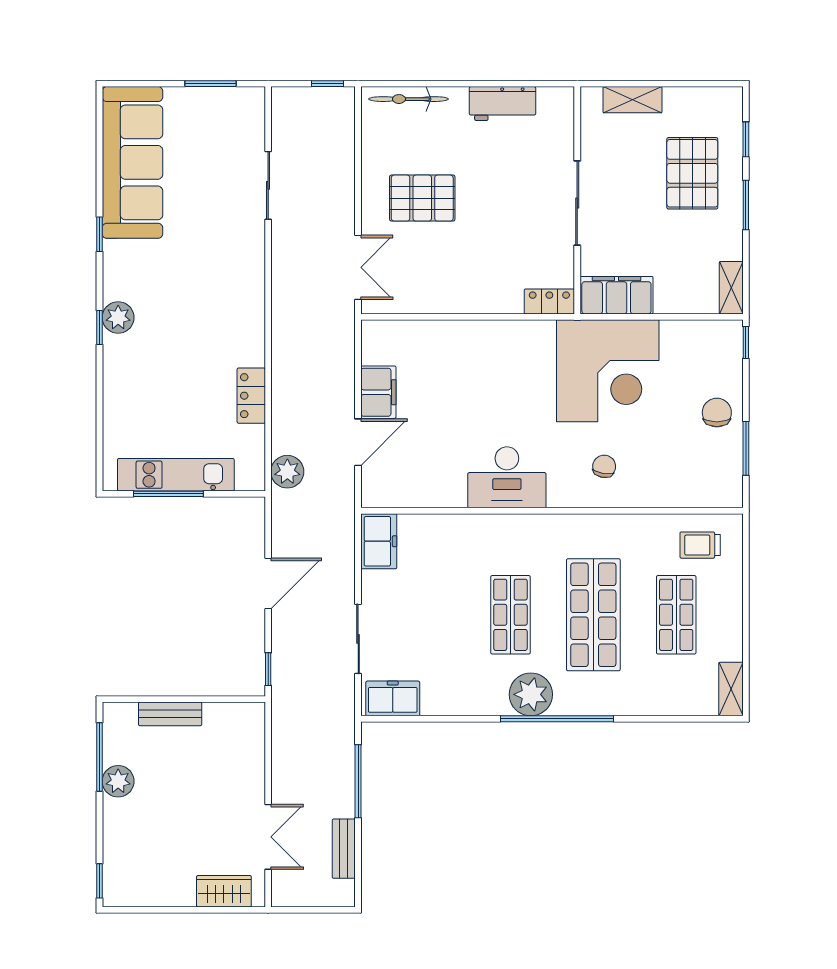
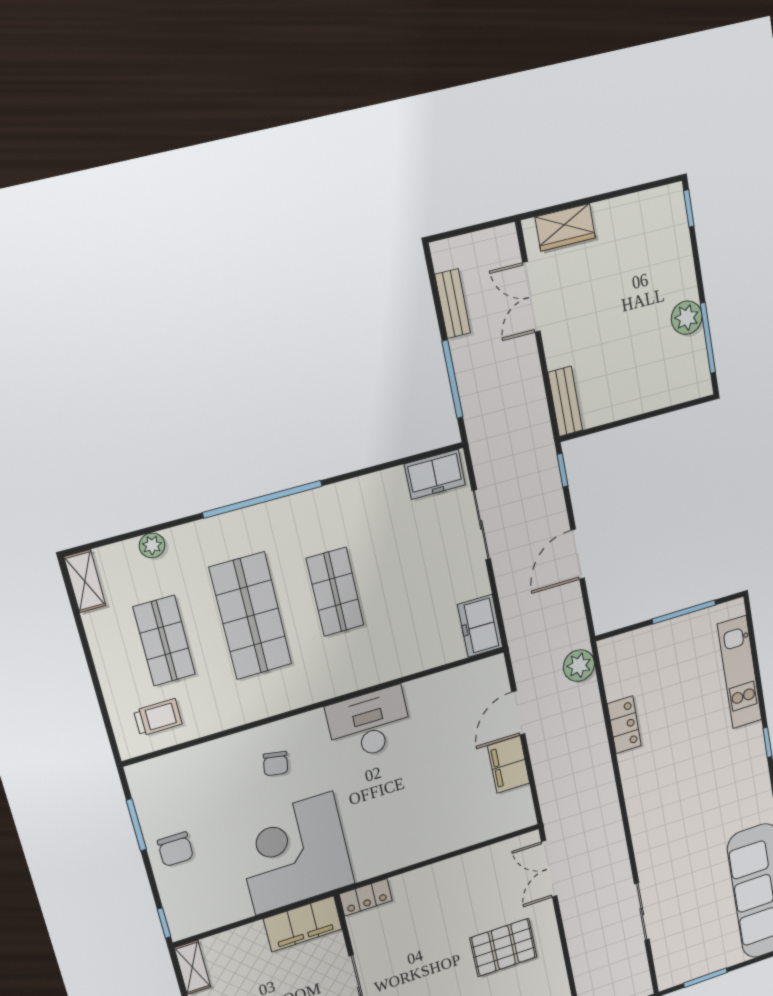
plant: (118, 317) -> (753, 756), removed
kitchen unit: (176, 475) -> (740, 672), moved, turned 90
plant: (531, 694) -> (152, 545), moved, width x0.53, depth x0.53
bench: (170, 714) -> (565, 401), moved, turned 90

